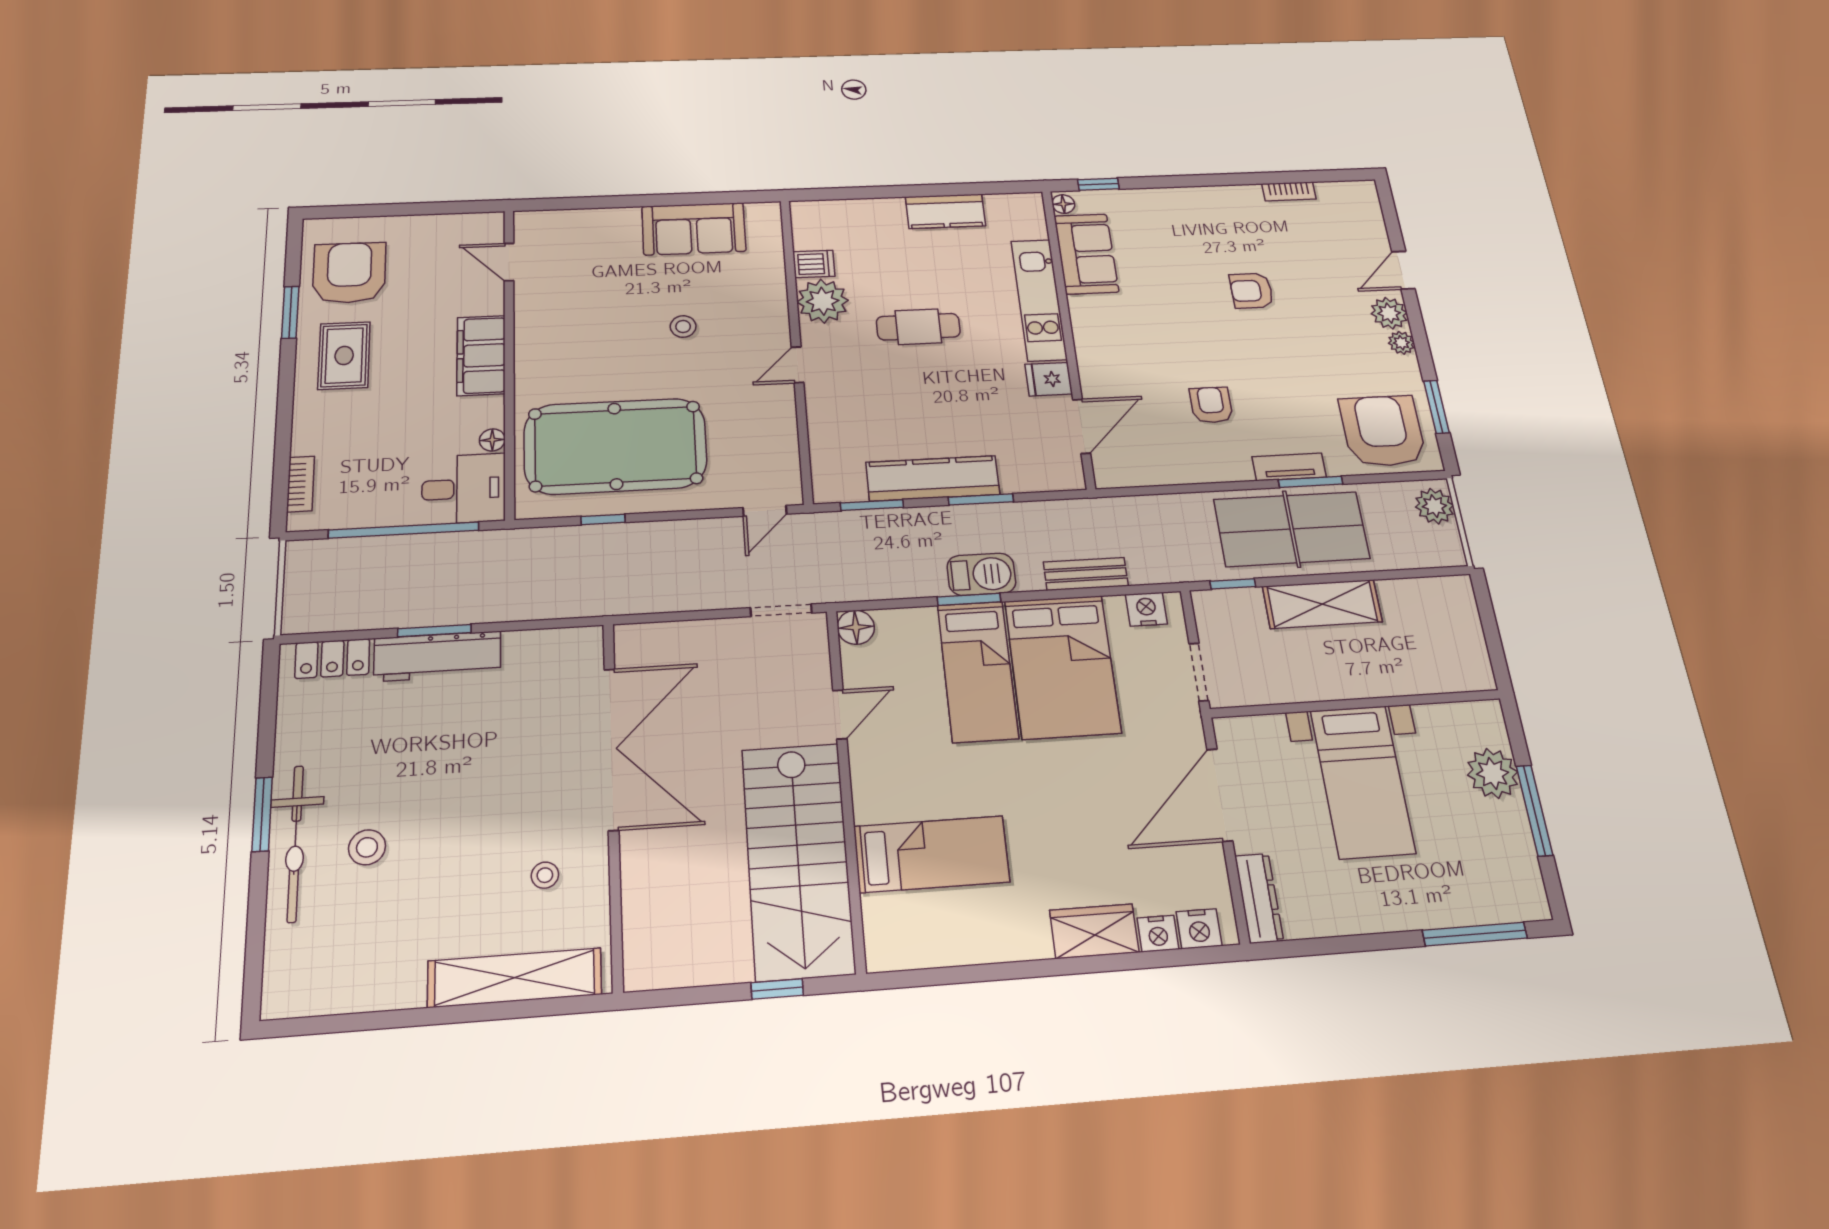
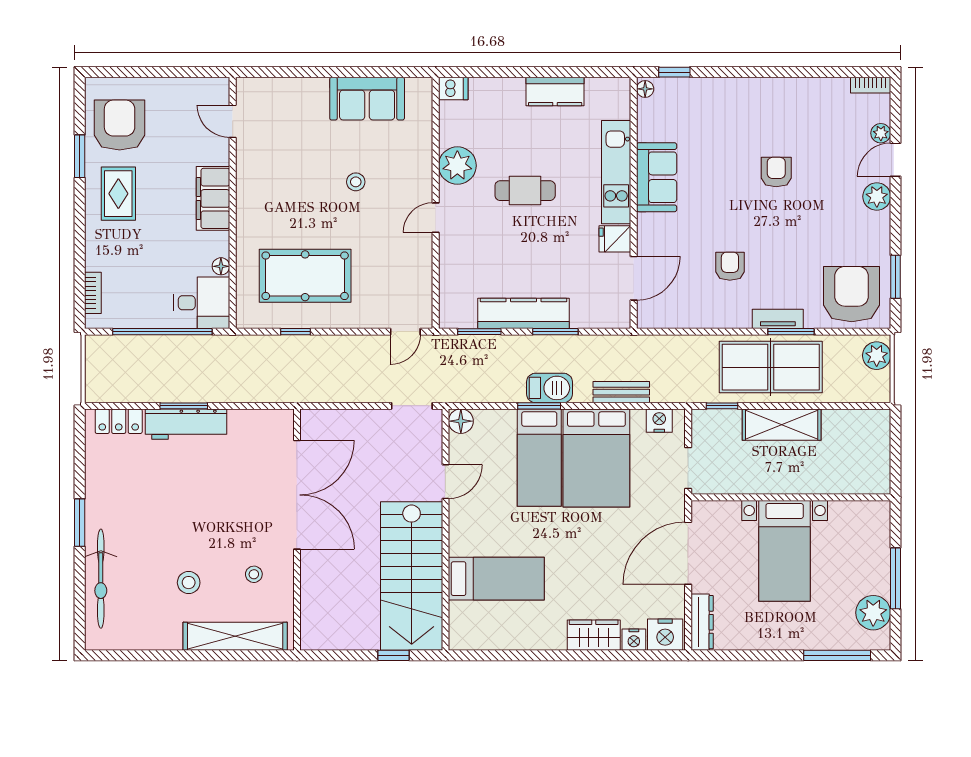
bookcase: (1289, 191) -> (871, 85), moved
sofa: (1086, 254) -> (657, 177), moved
dishwasher: (814, 264) -> (453, 88), moved
armchair: (1252, 291) -> (776, 172), turned 90
plant: (1401, 343) -> (881, 133), moved
pool table: (615, 446) -> (305, 276), width x0.73, depth x0.76
plant: (1493, 773) -> (873, 613), moved
bicycle: (295, 843) -> (101, 579), moved
stool: (367, 847) -> (189, 583), moved
nightstand: (1199, 929) -> (665, 635), width x1.36, depth x1.33

